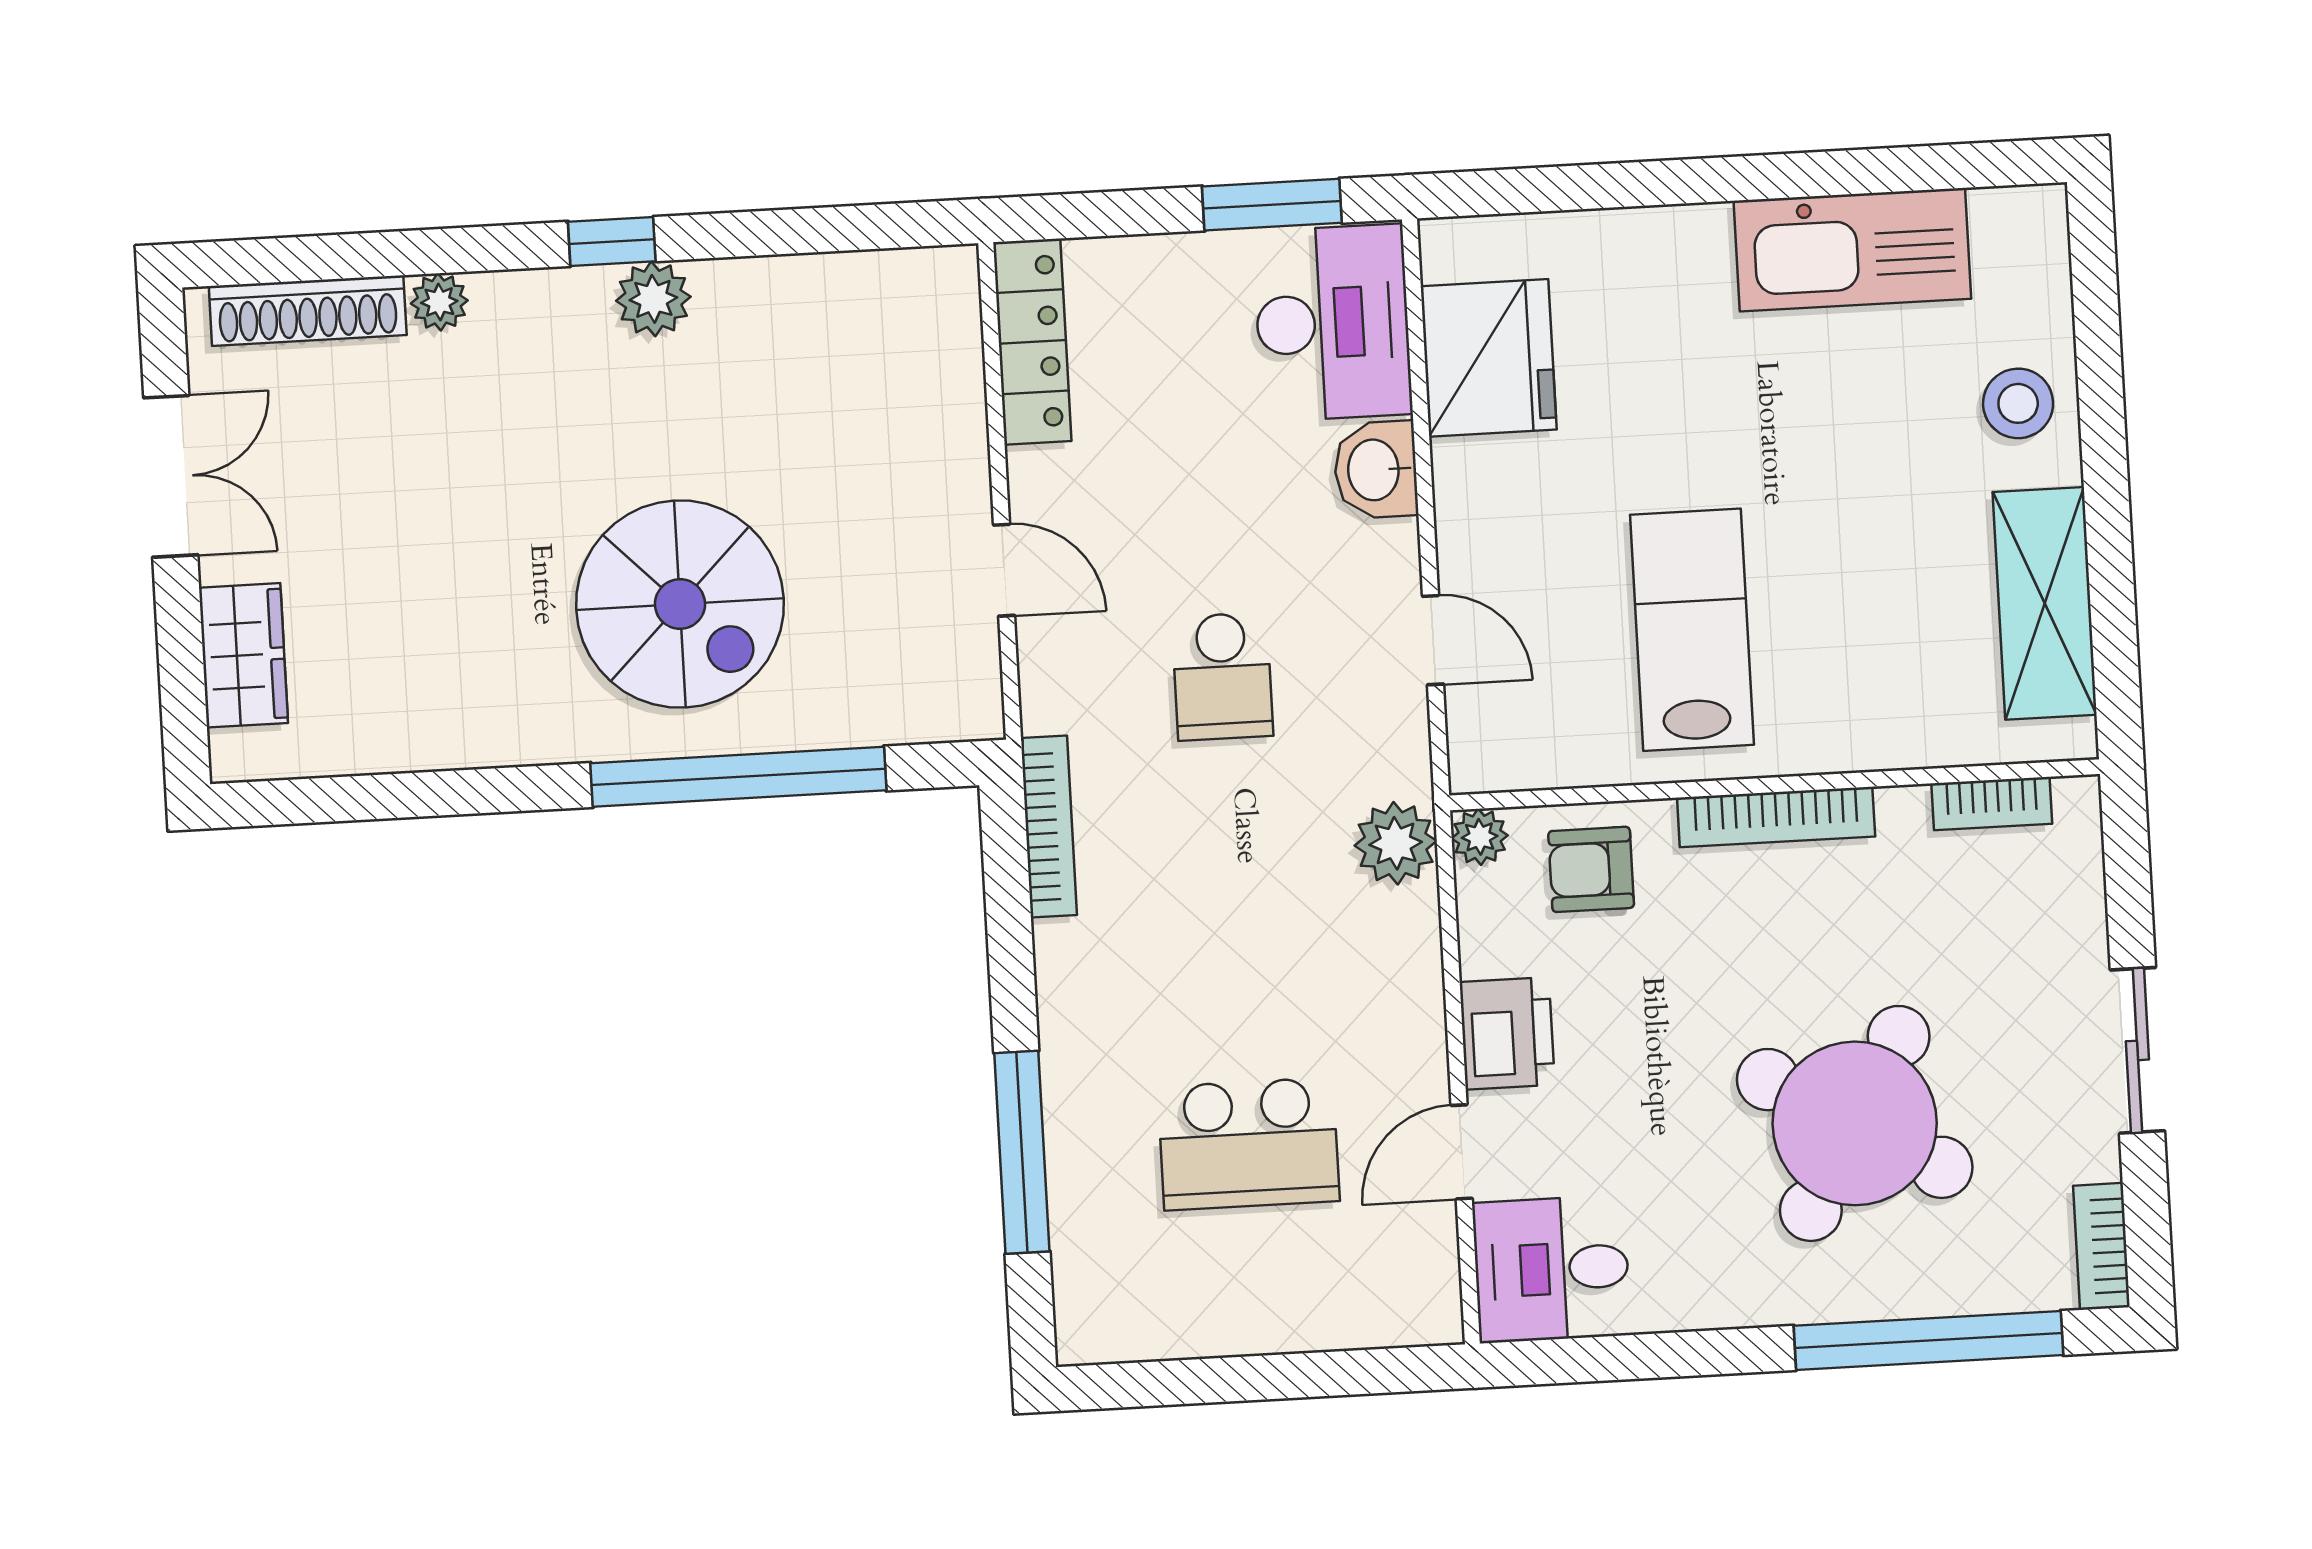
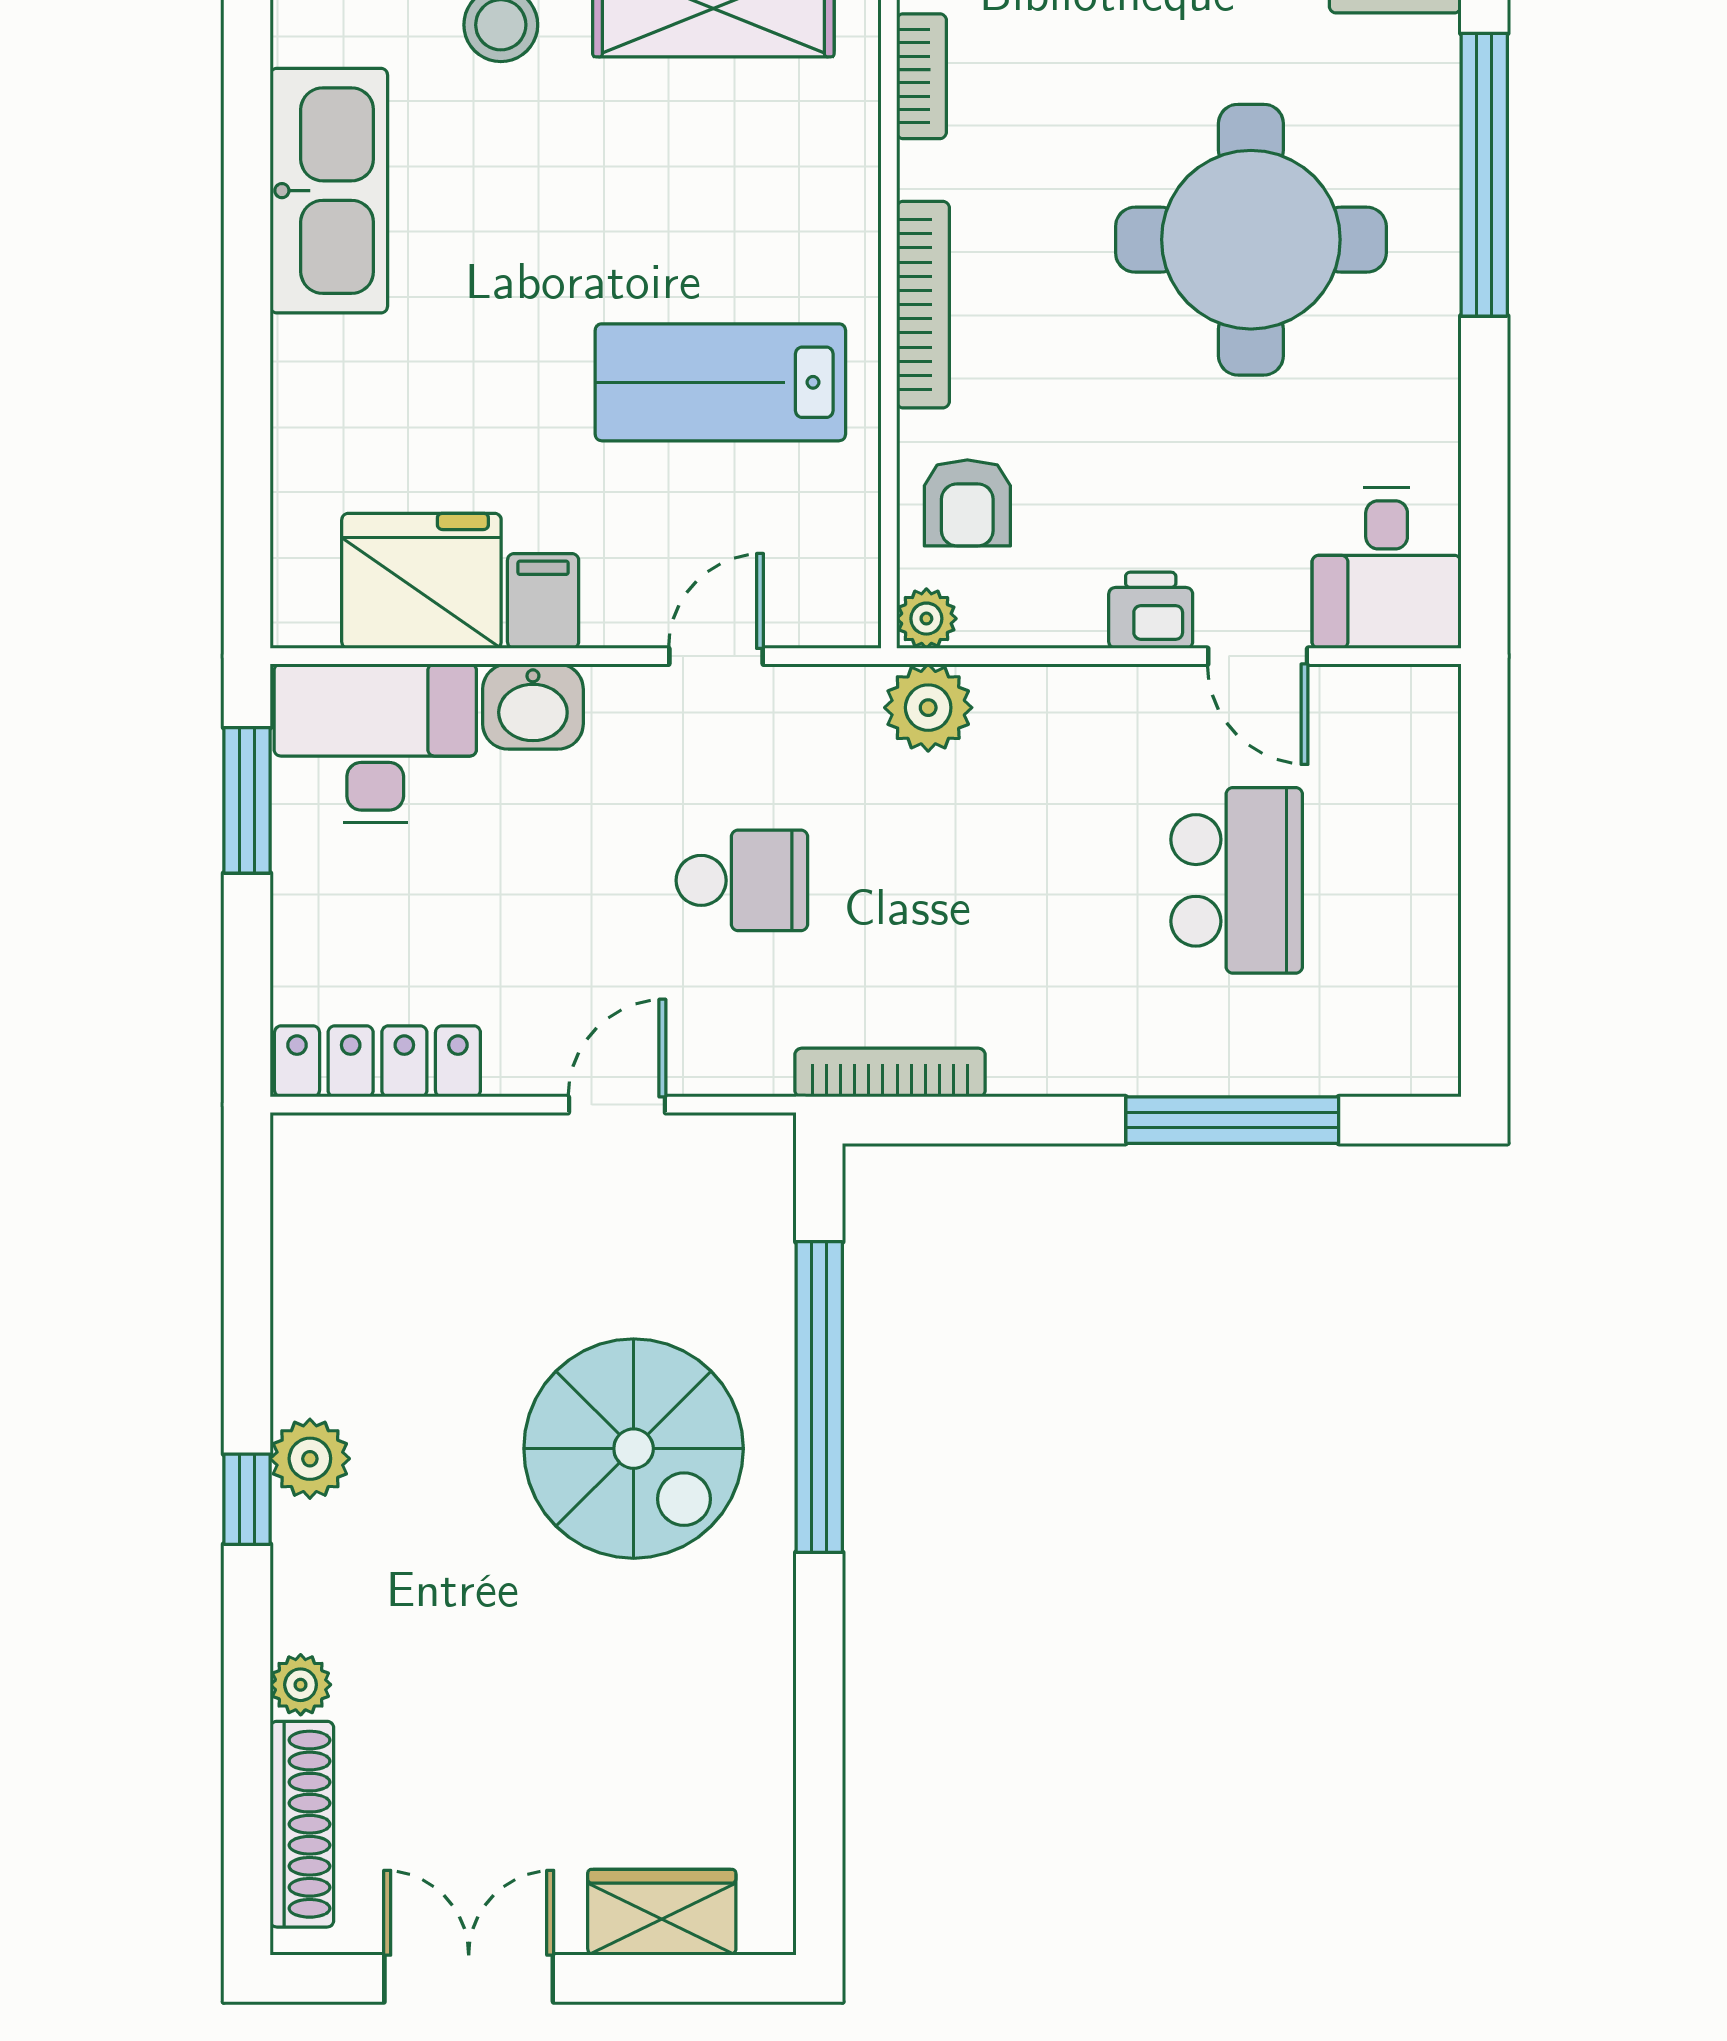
filing cabinet: (1476, 474) -> (543, 601), added
spiral stairs: (680, 604) -> (634, 1449), turned 90
printer: (1507, 1033) -> (1151, 610), width x0.73, depth x0.81
round table: (1855, 1123) -> (1251, 240), turned -30

